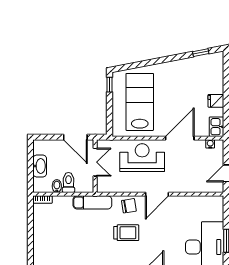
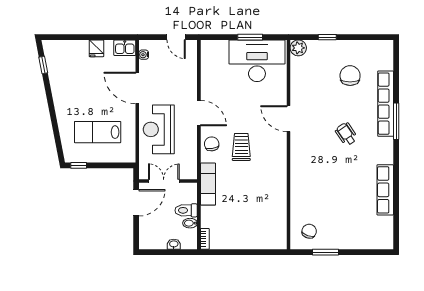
lab bench: (140, 102) -> (98, 132), width x0.73, depth x0.72
washbasin: (40, 166) -> (174, 244), width x0.52, depth x0.69

